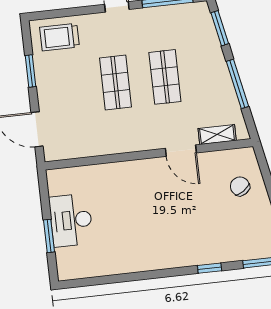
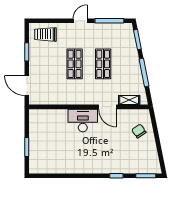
desk: (71, 220) -> (83, 120), moved, turned 90

